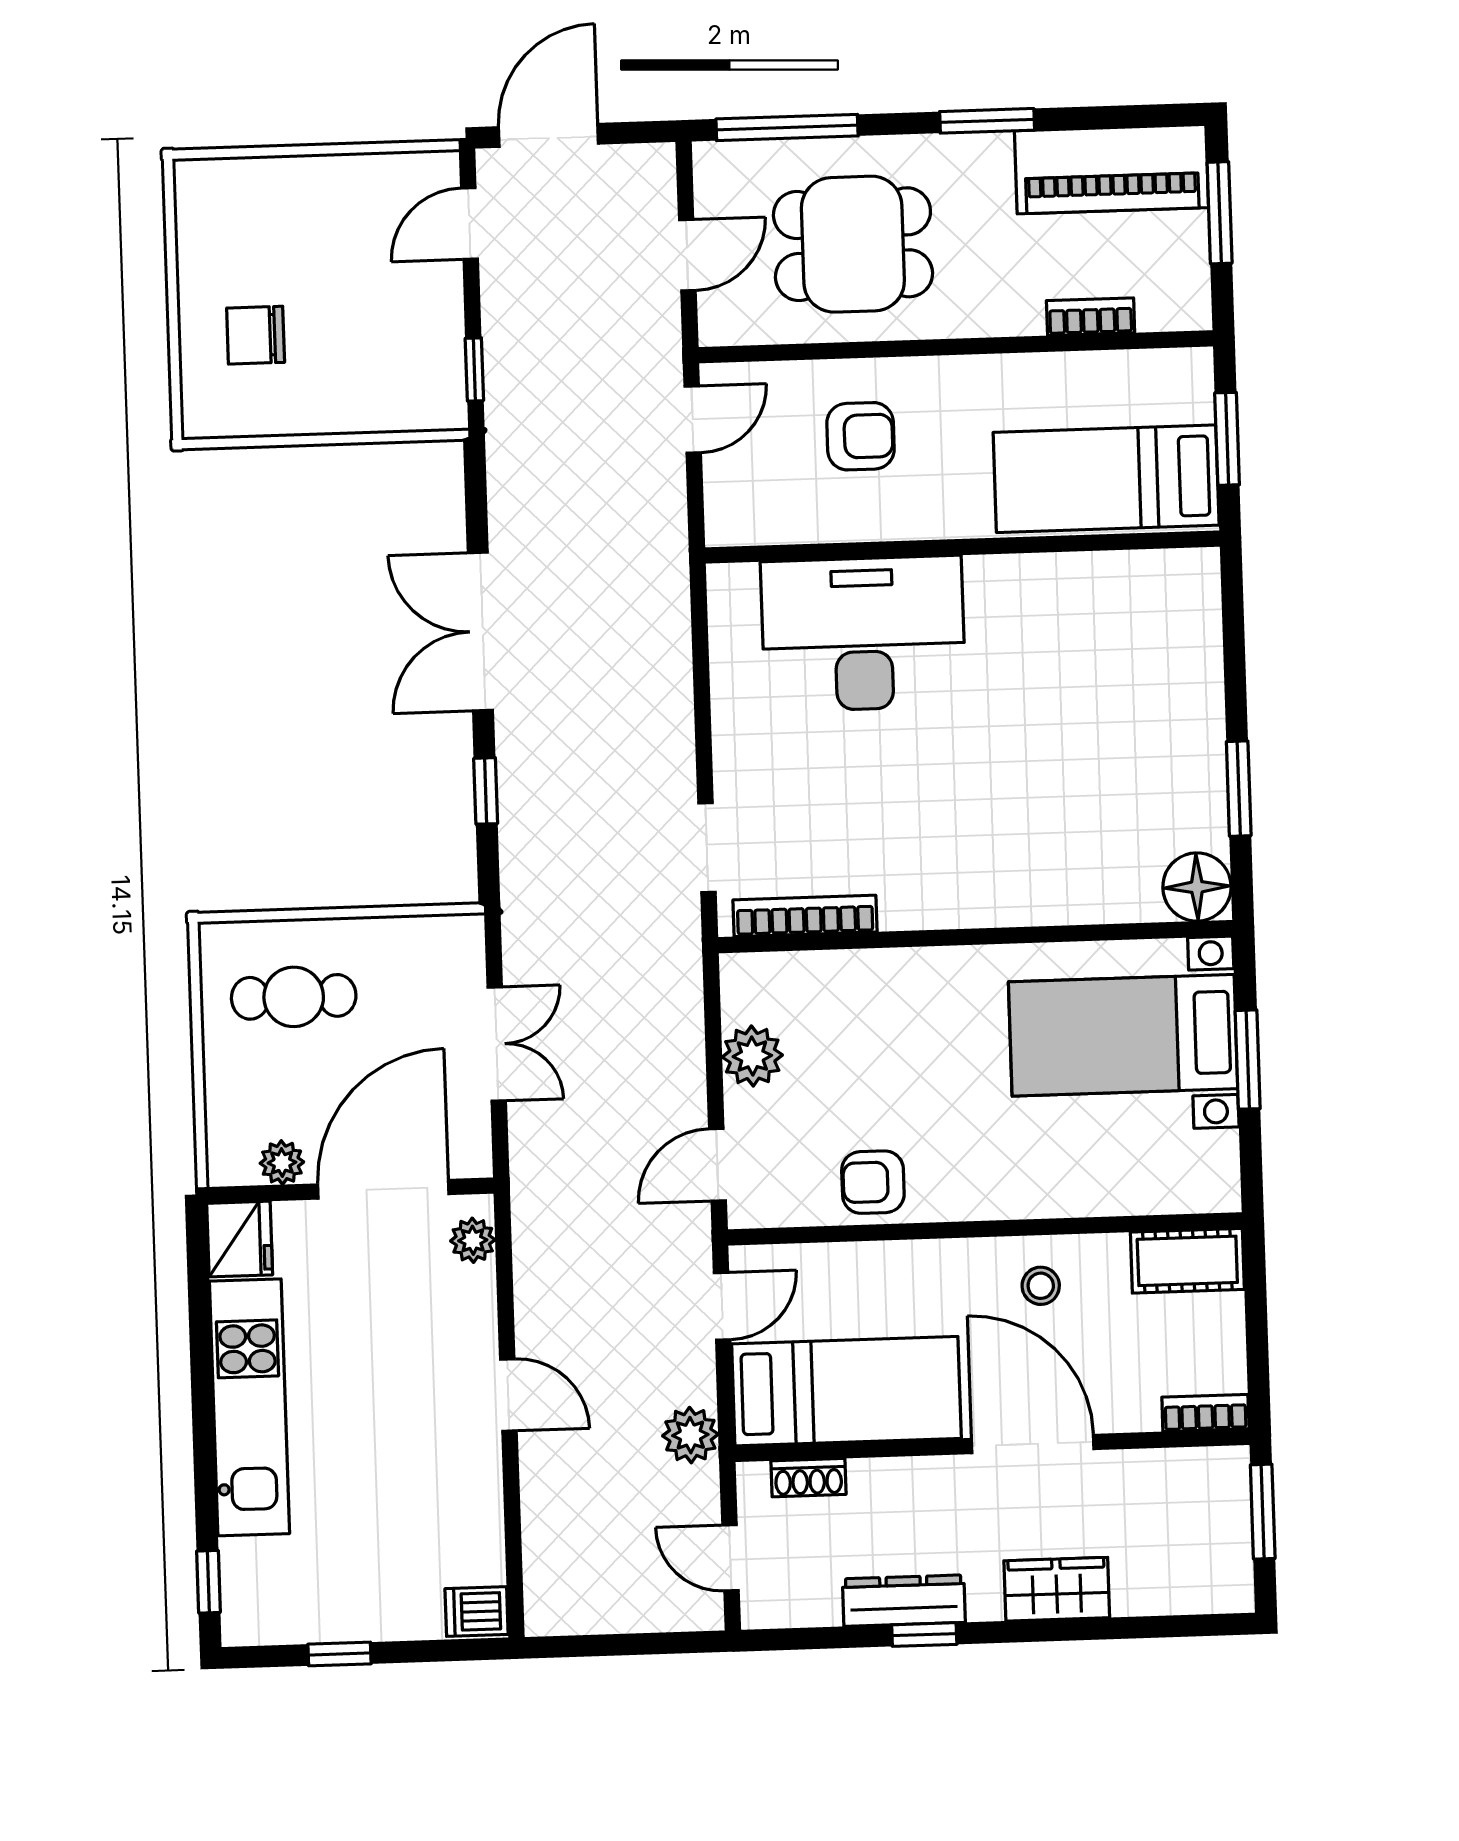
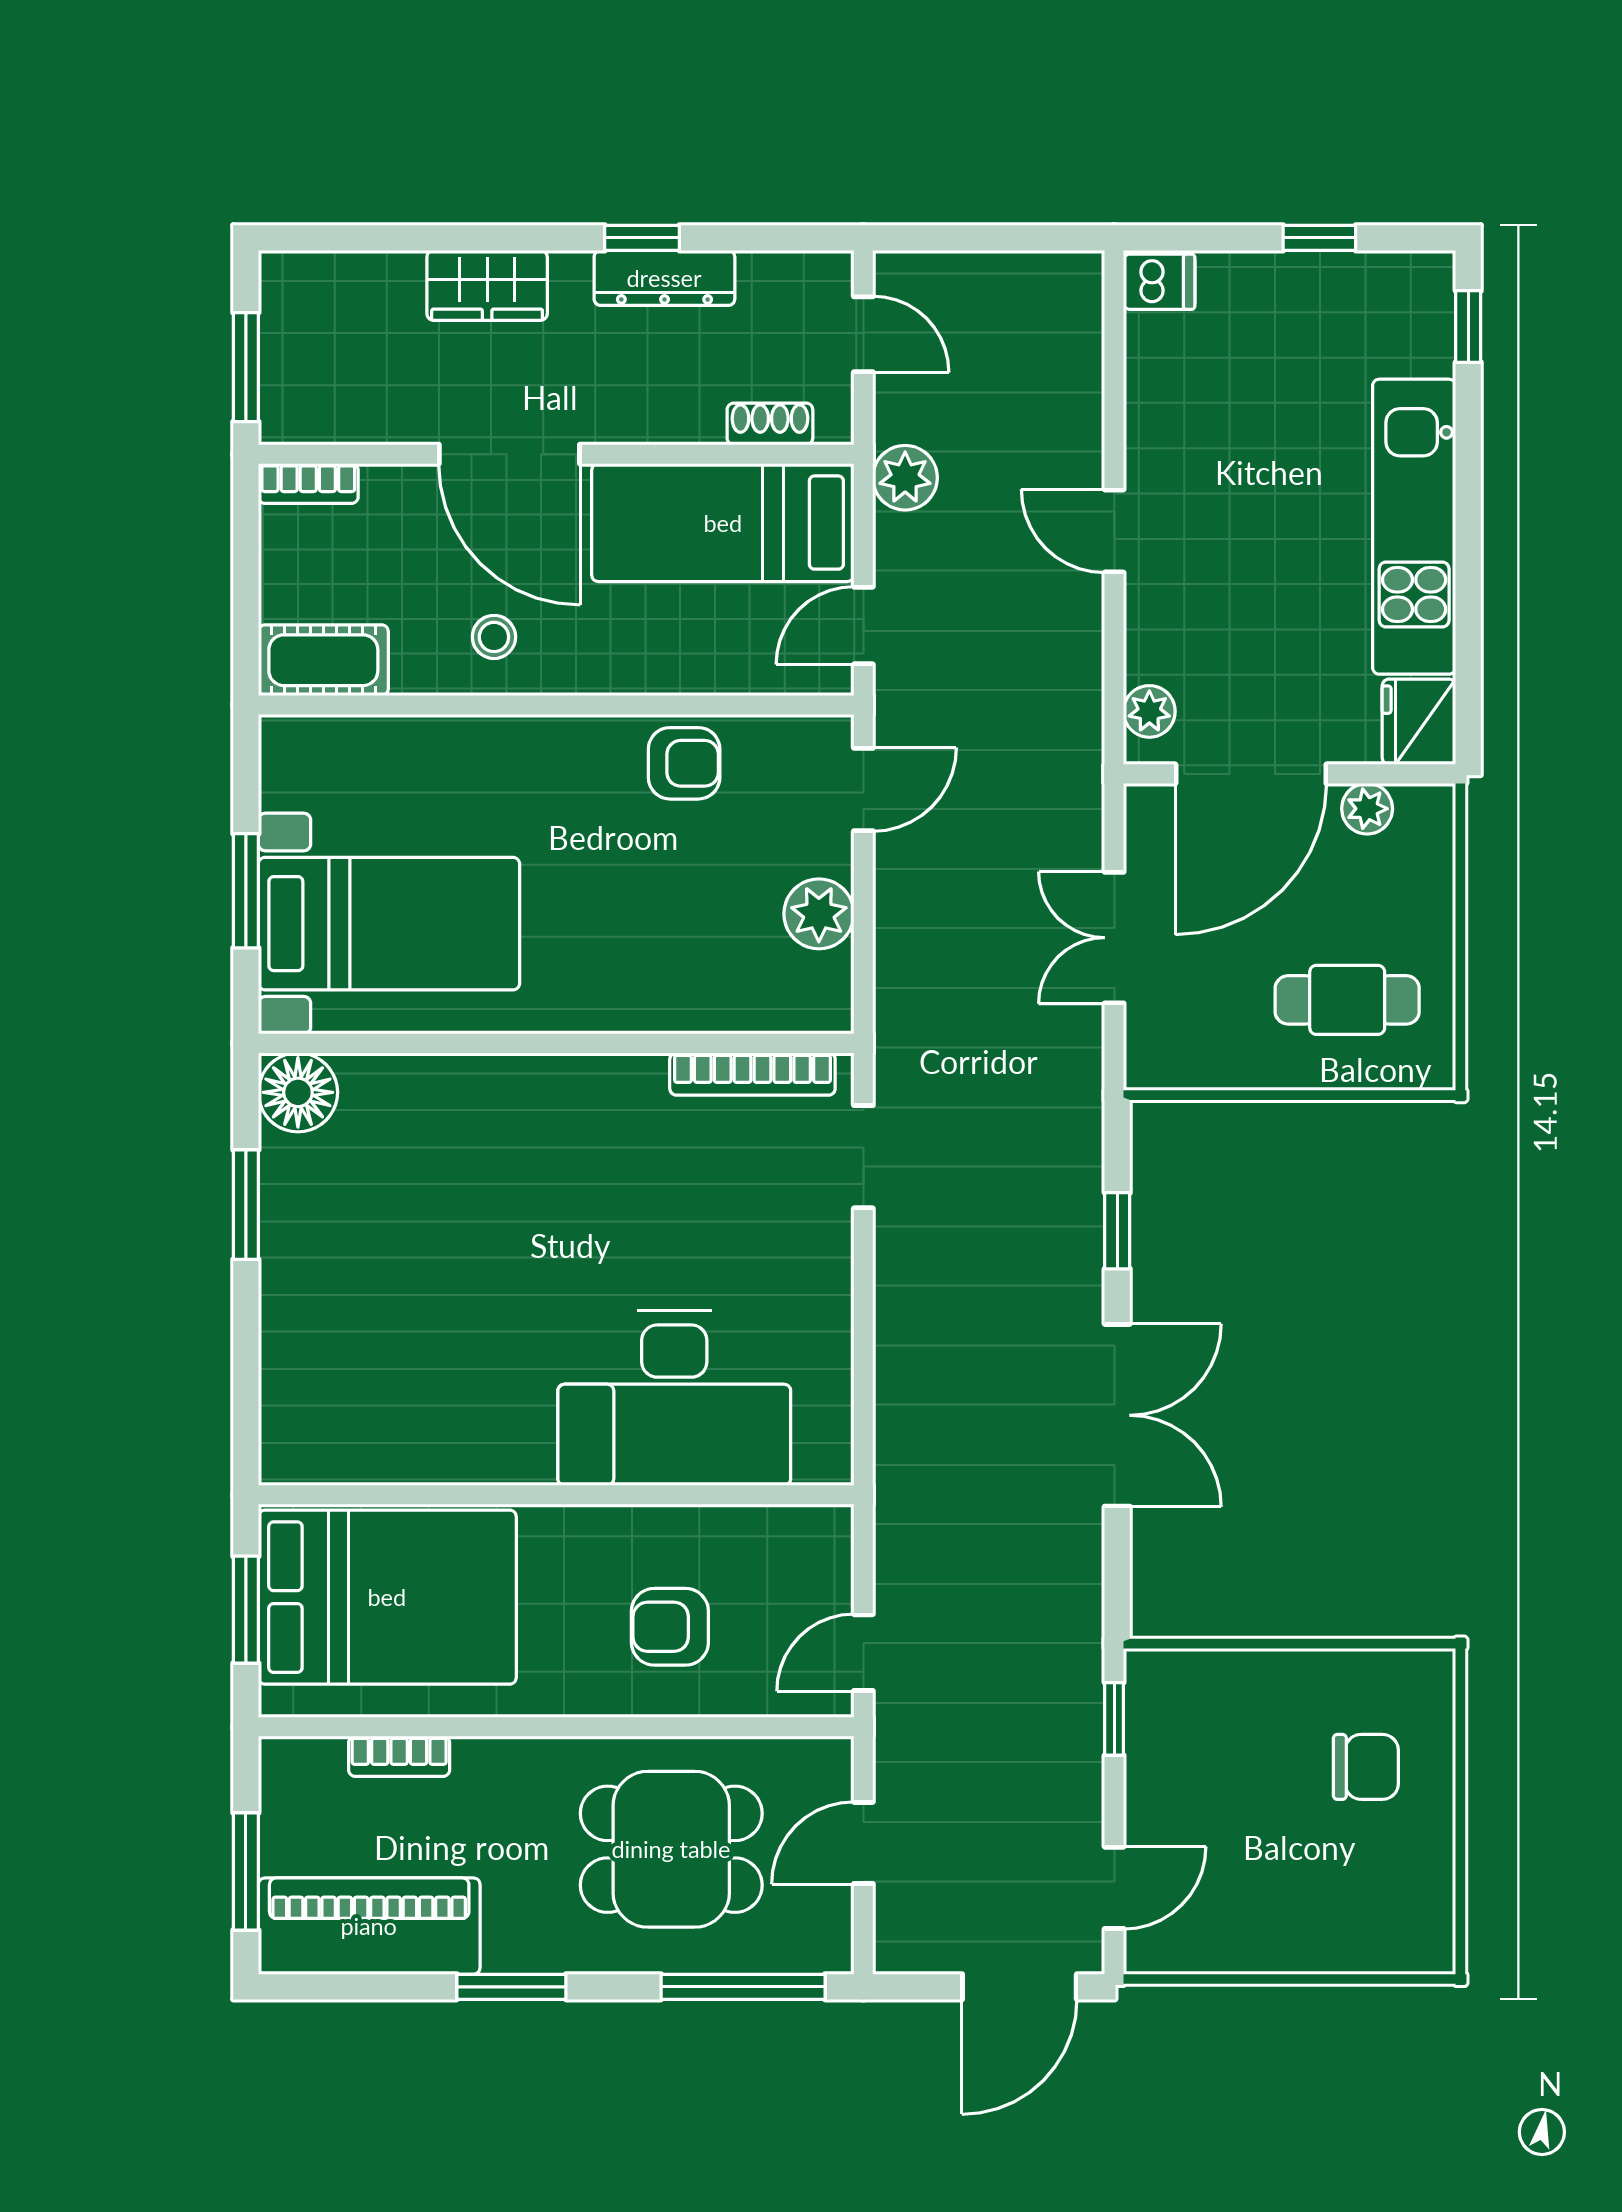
bed: (1106, 479) -> (387, 1597), width x1.50

